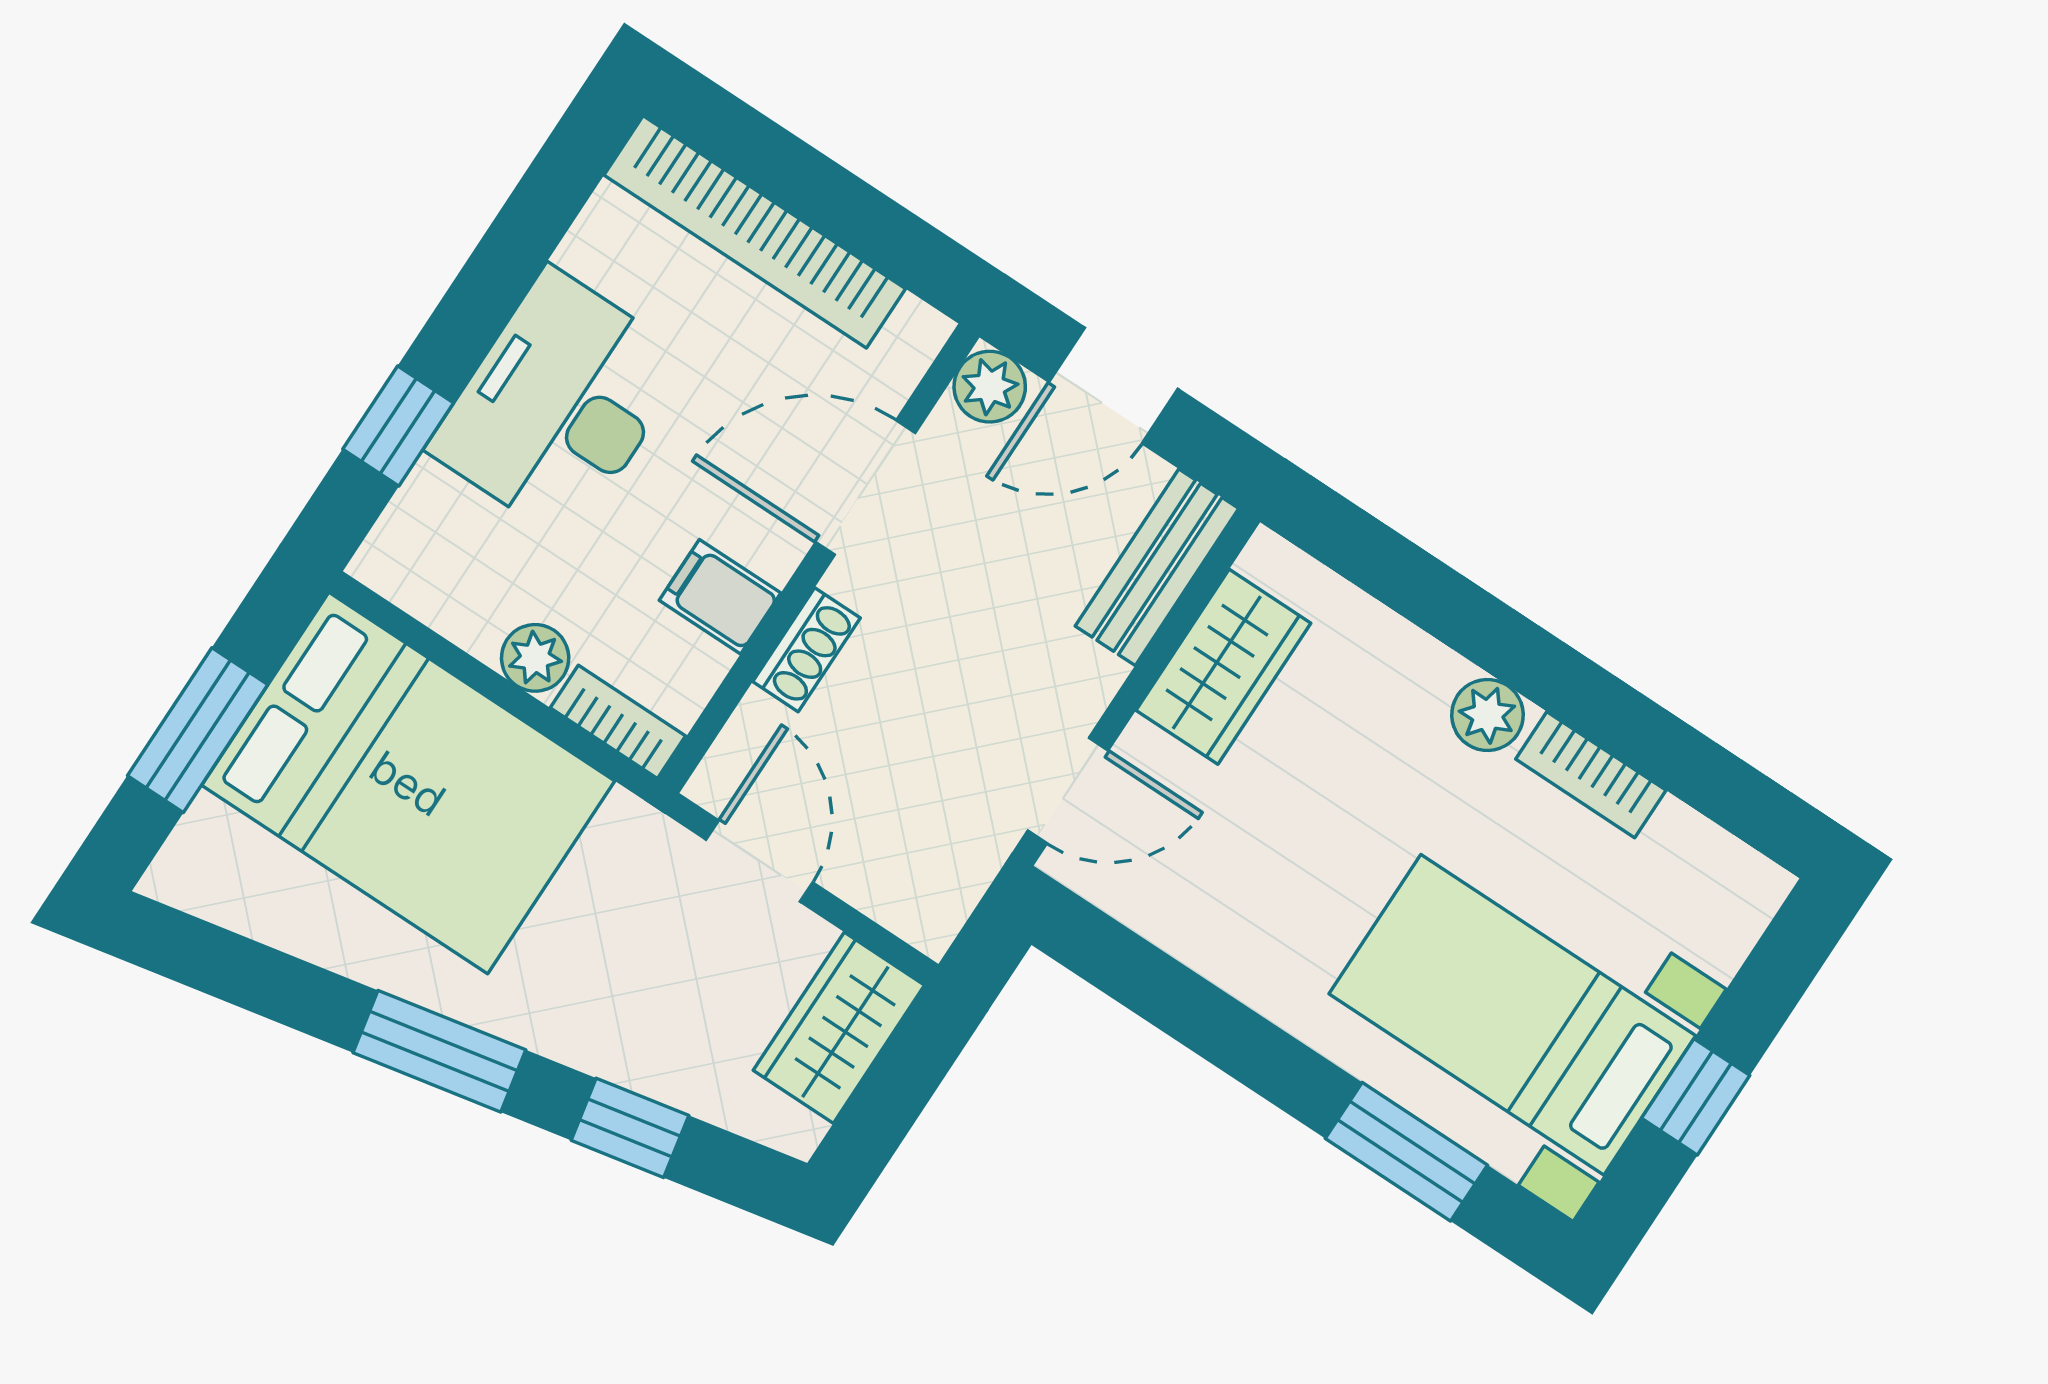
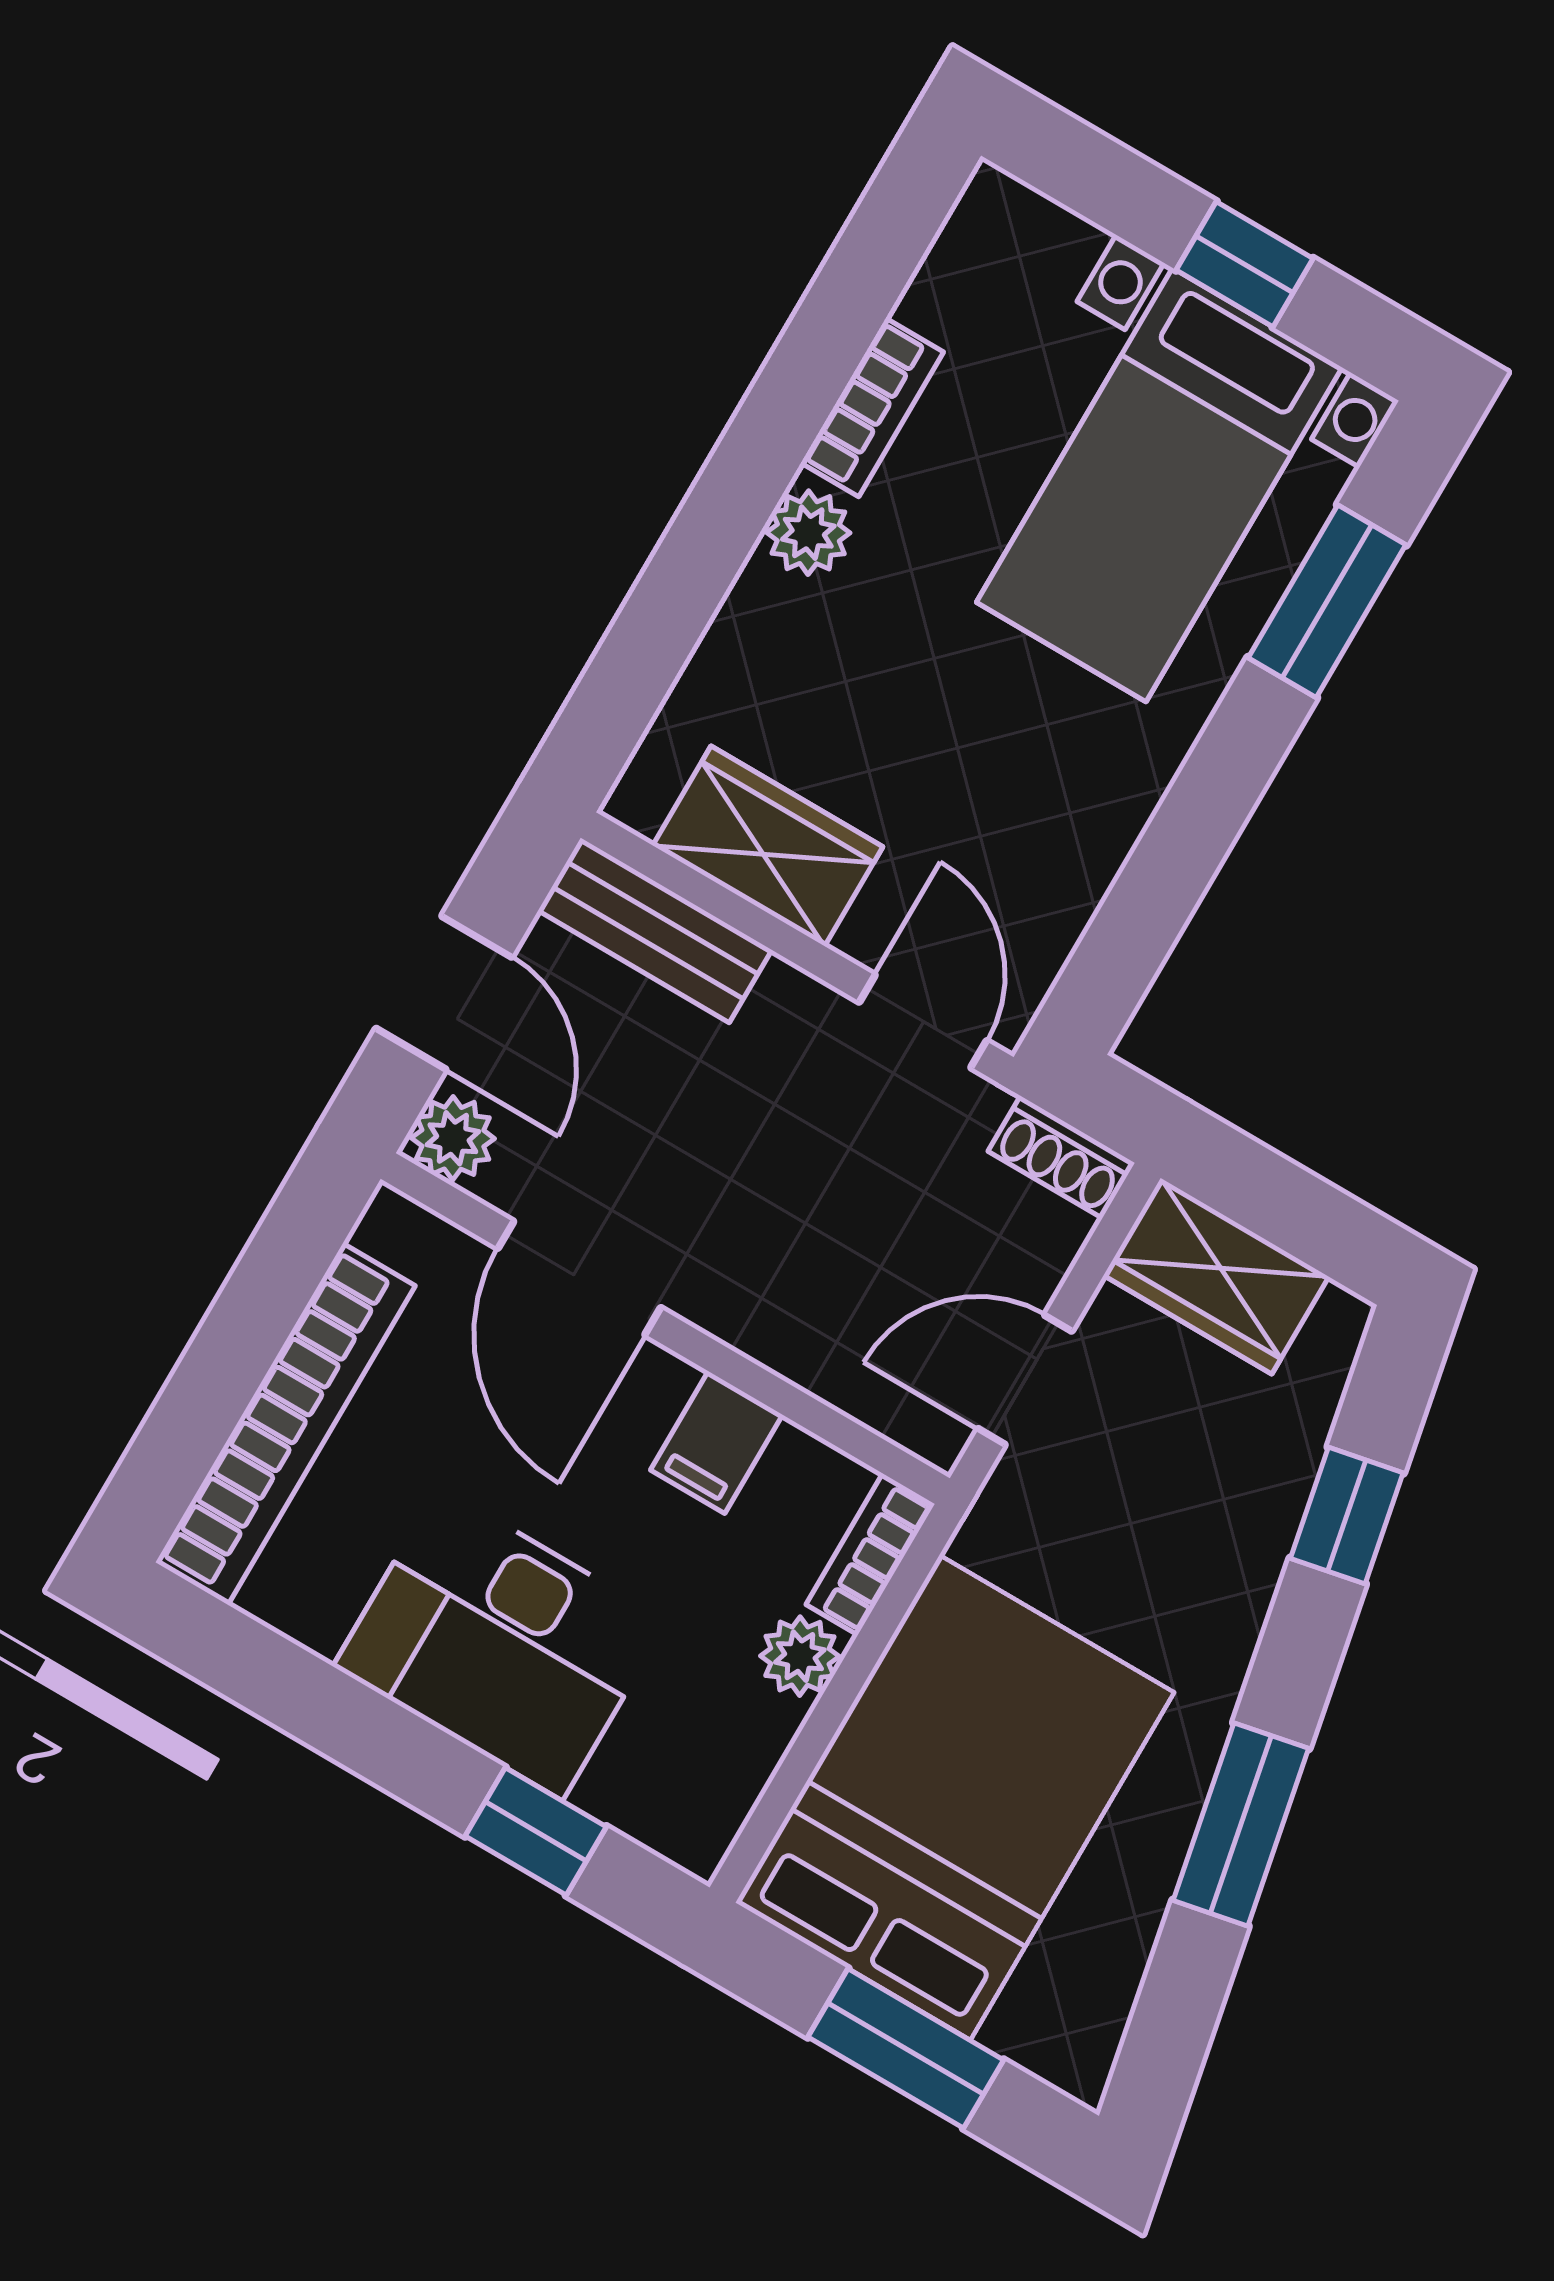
shoe rack: (806, 650) -> (1061, 1157), moved, turned 180
window: (439, 1051) -> (1241, 1824), moved

